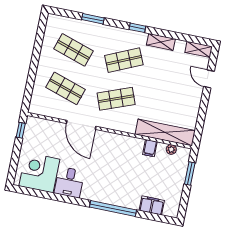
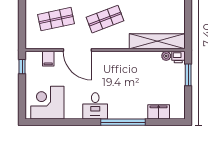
shop shelf: (66, 88) -> (56, 19), turned -30
filing cabinet: (150, 148) -> (48, 59), moved
printer: (183, 153) -> (178, 57), added
desk: (69, 182) -> (95, 106), moved

